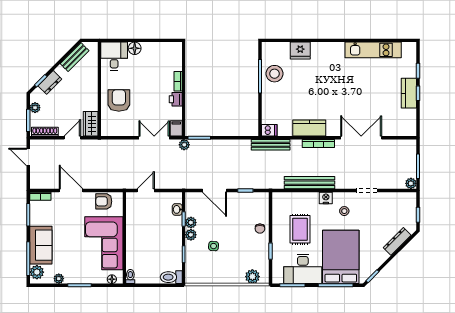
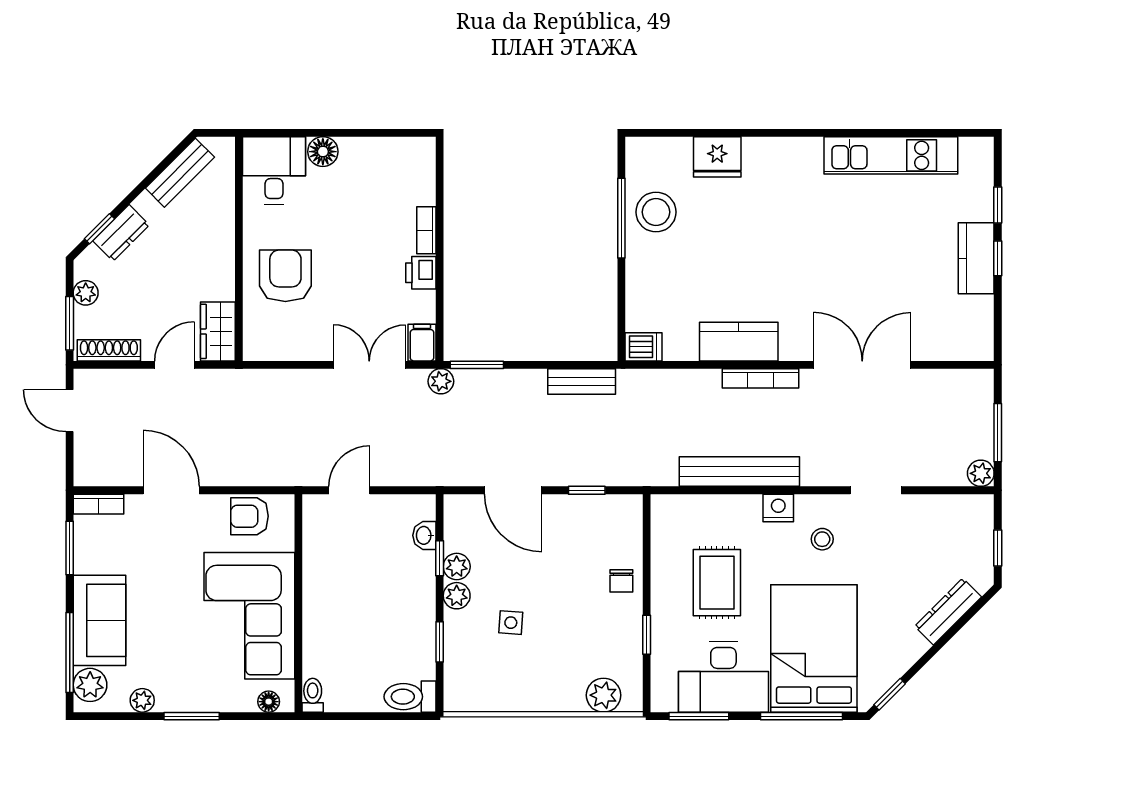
bench: (271, 145) -> (582, 381), moved, width x0.73

